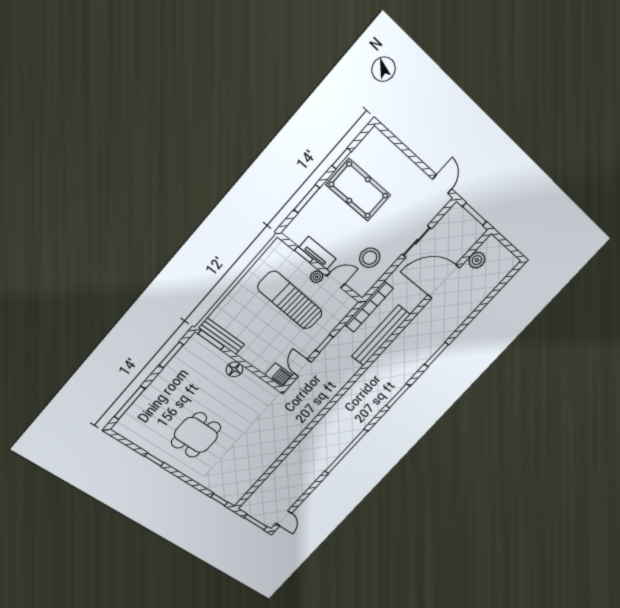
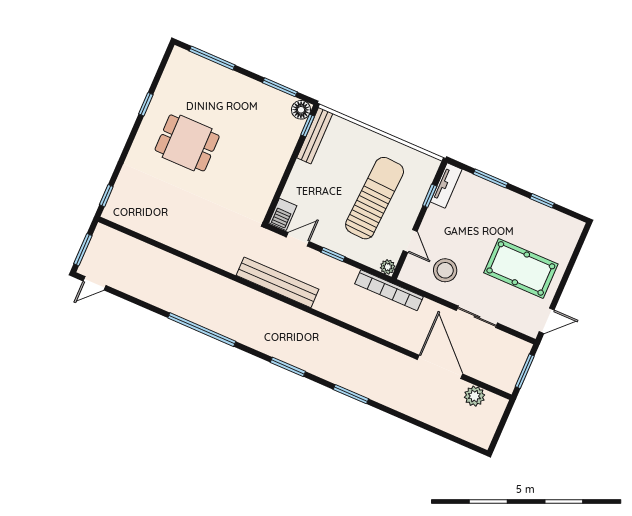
pool table: (359, 190) -> (521, 268), moved, turned 90
tv unit: (318, 253) -> (446, 185), moved
plant: (317, 277) -> (388, 267), moved
bench: (381, 335) -> (277, 282), moved
window: (211, 340) -> (308, 125), width x0.67
floor lamp: (234, 369) -> (301, 110), moved

